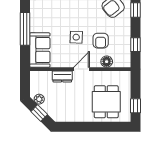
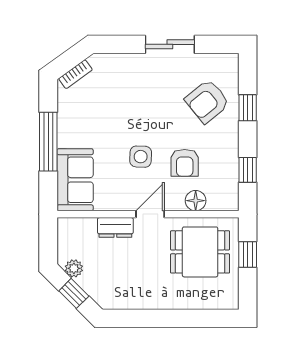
dining table: (106, 102) -> (200, 252), moved, turned 90
window: (136, 106) -> (248, 254), moved

